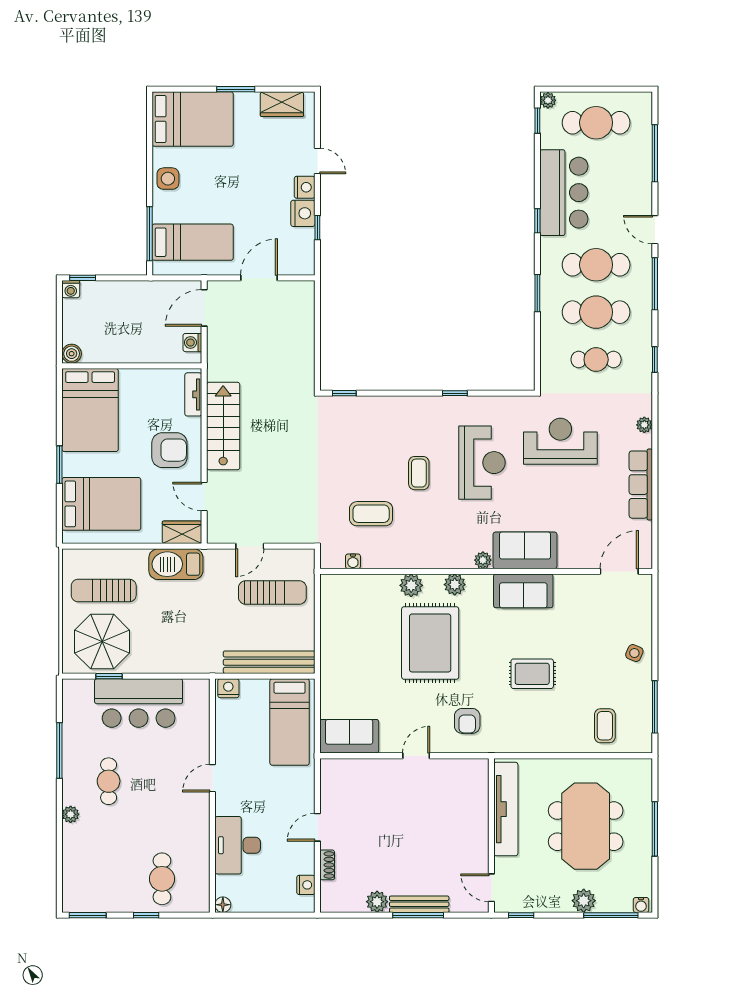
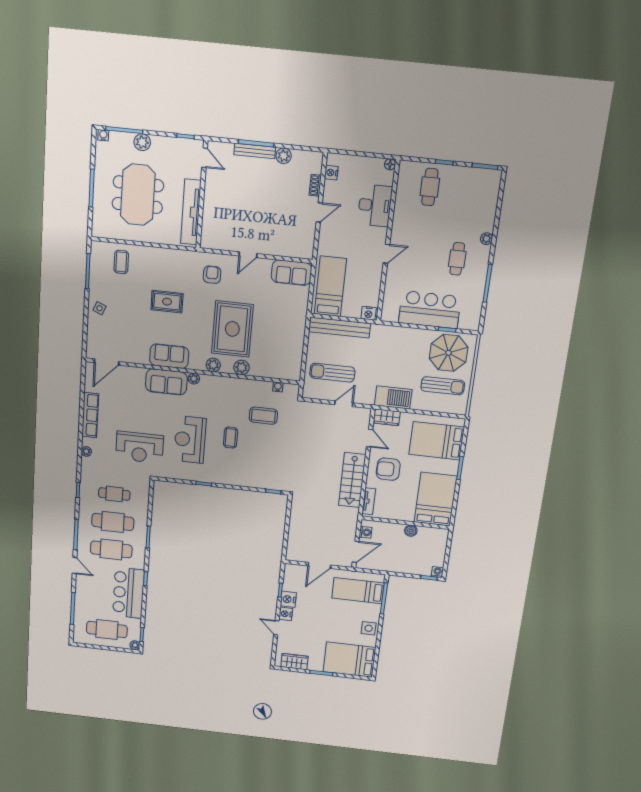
boiler: (72, 354) -> (411, 531), moved

